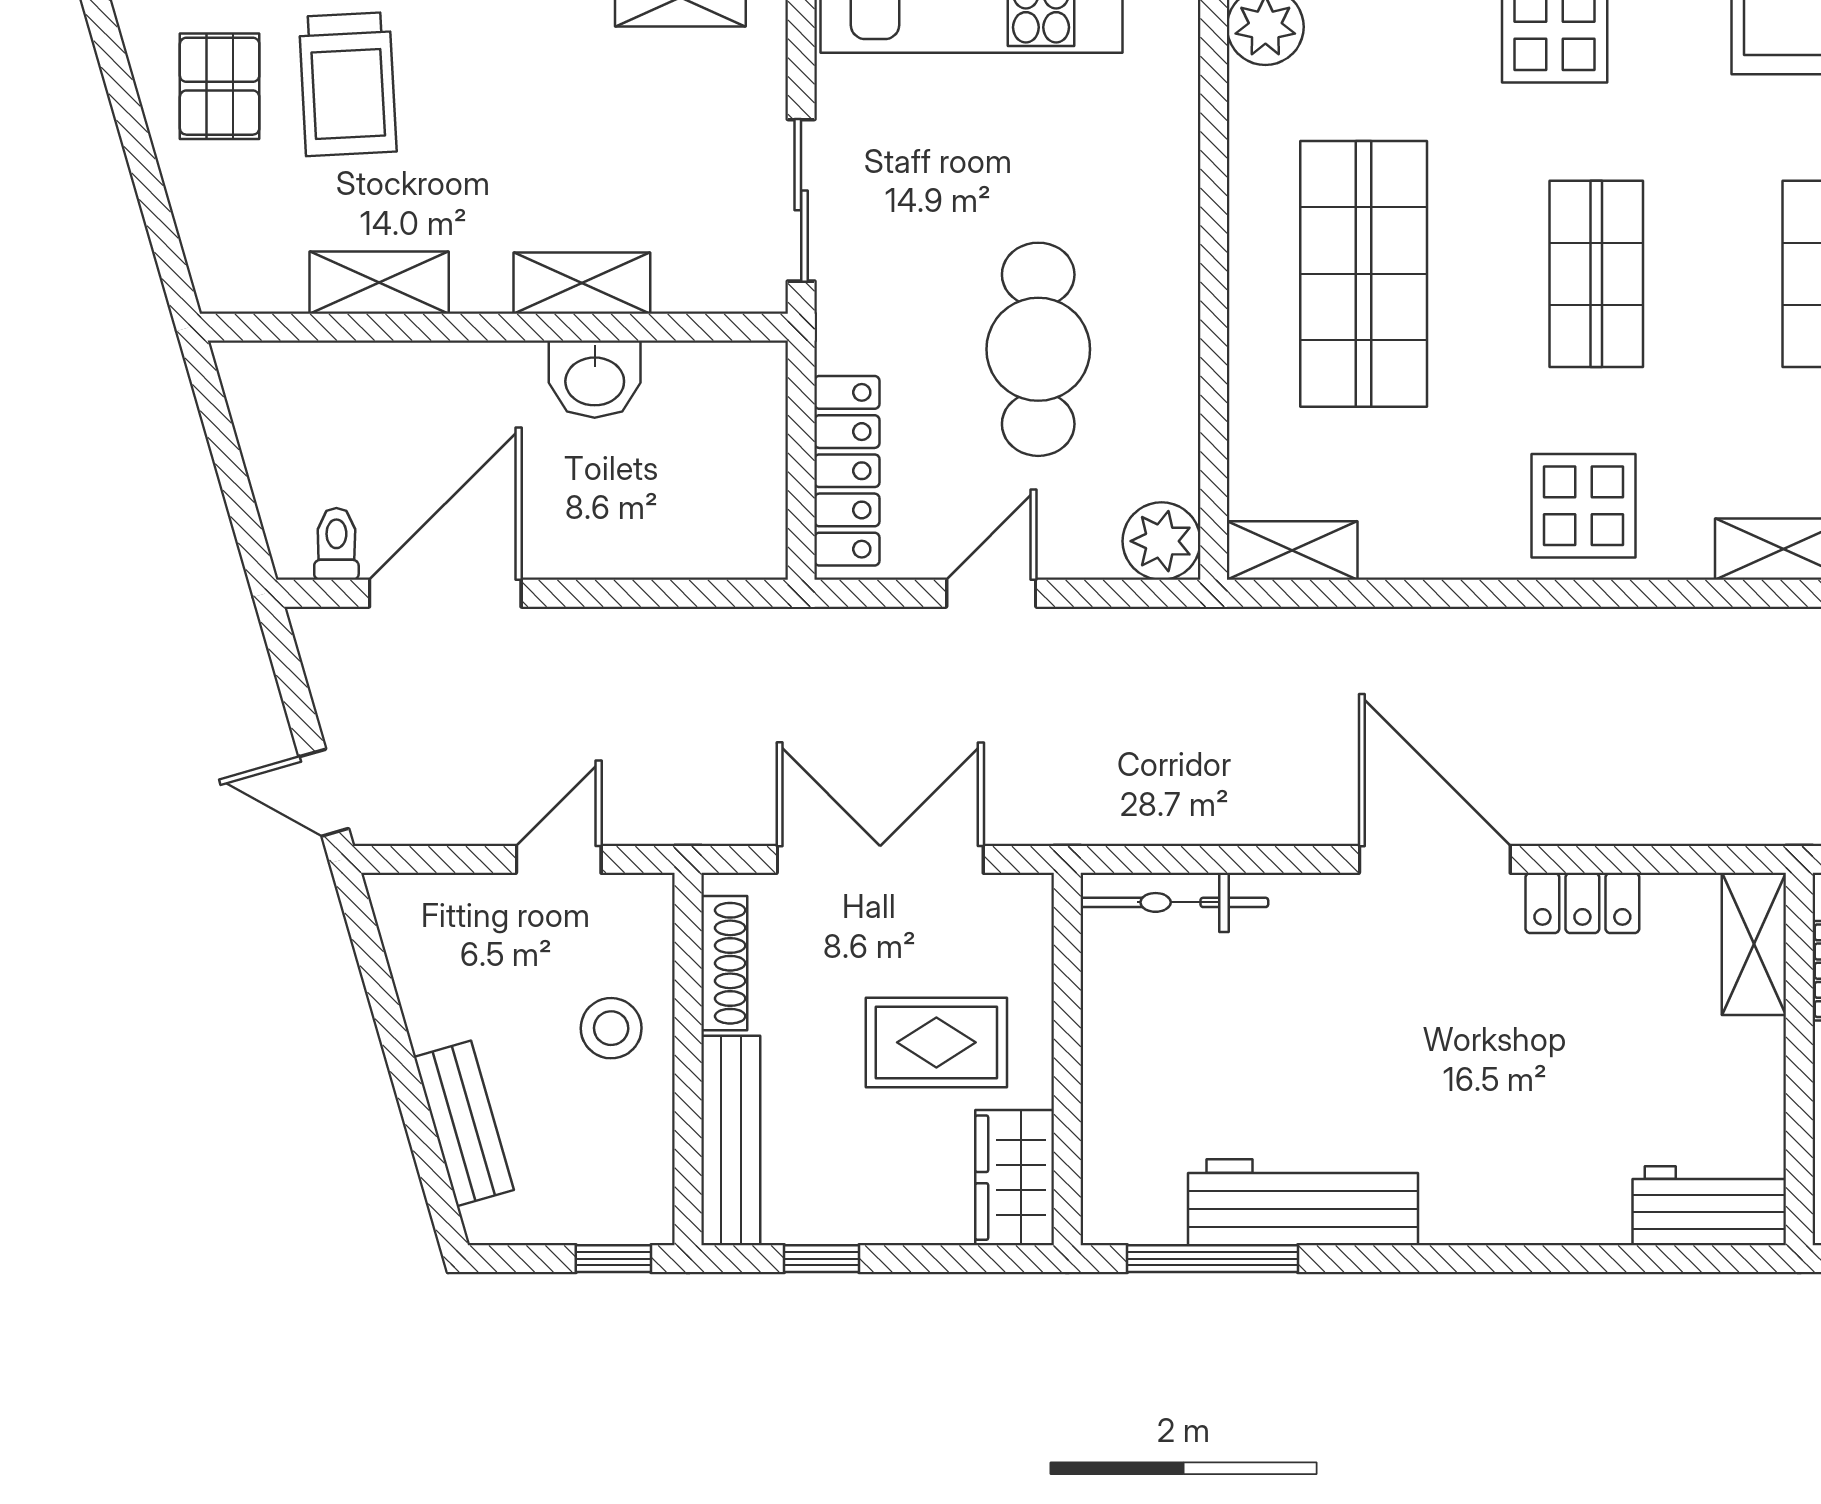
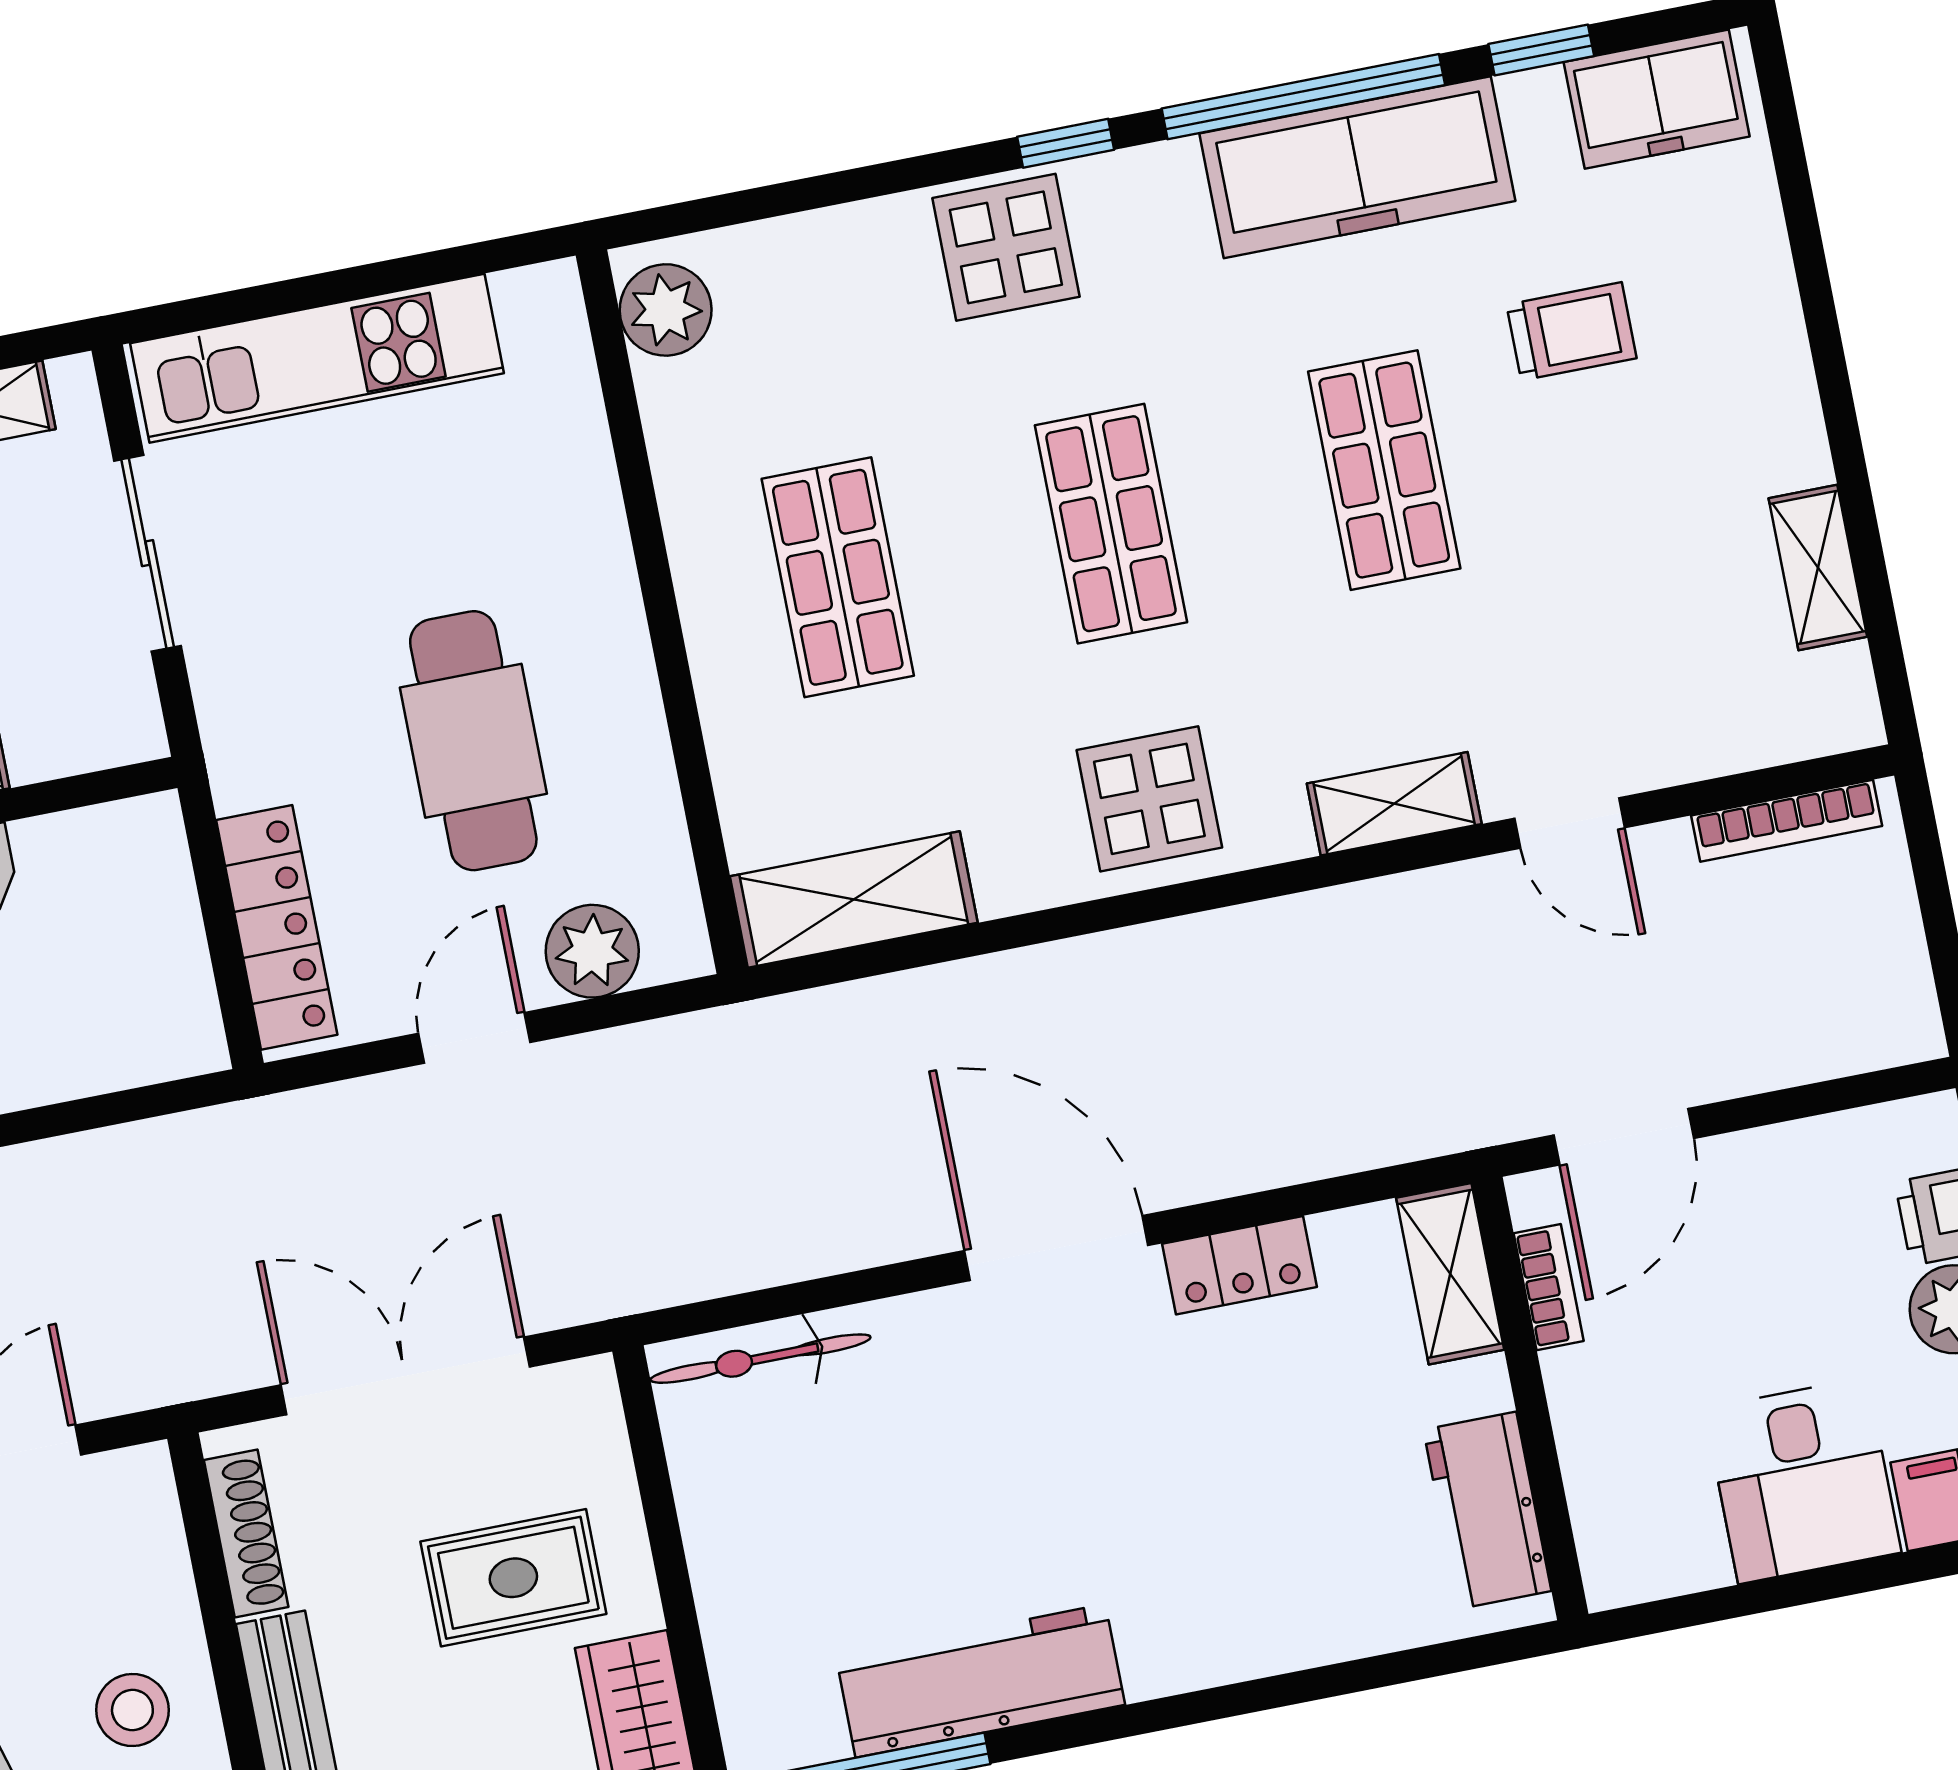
sliding door: (801, 200) -> (148, 553), moved
shop shelf: (1364, 274) -> (838, 577), width x0.70, depth x0.74
plant: (1162, 541) -> (592, 951), moved
shelving: (1292, 551) -> (854, 899), width x1.50, depth x1.33
stool: (611, 1028) -> (132, 1710), moved
workbench: (1709, 1206) -> (1487, 1510), moved, turned -90

